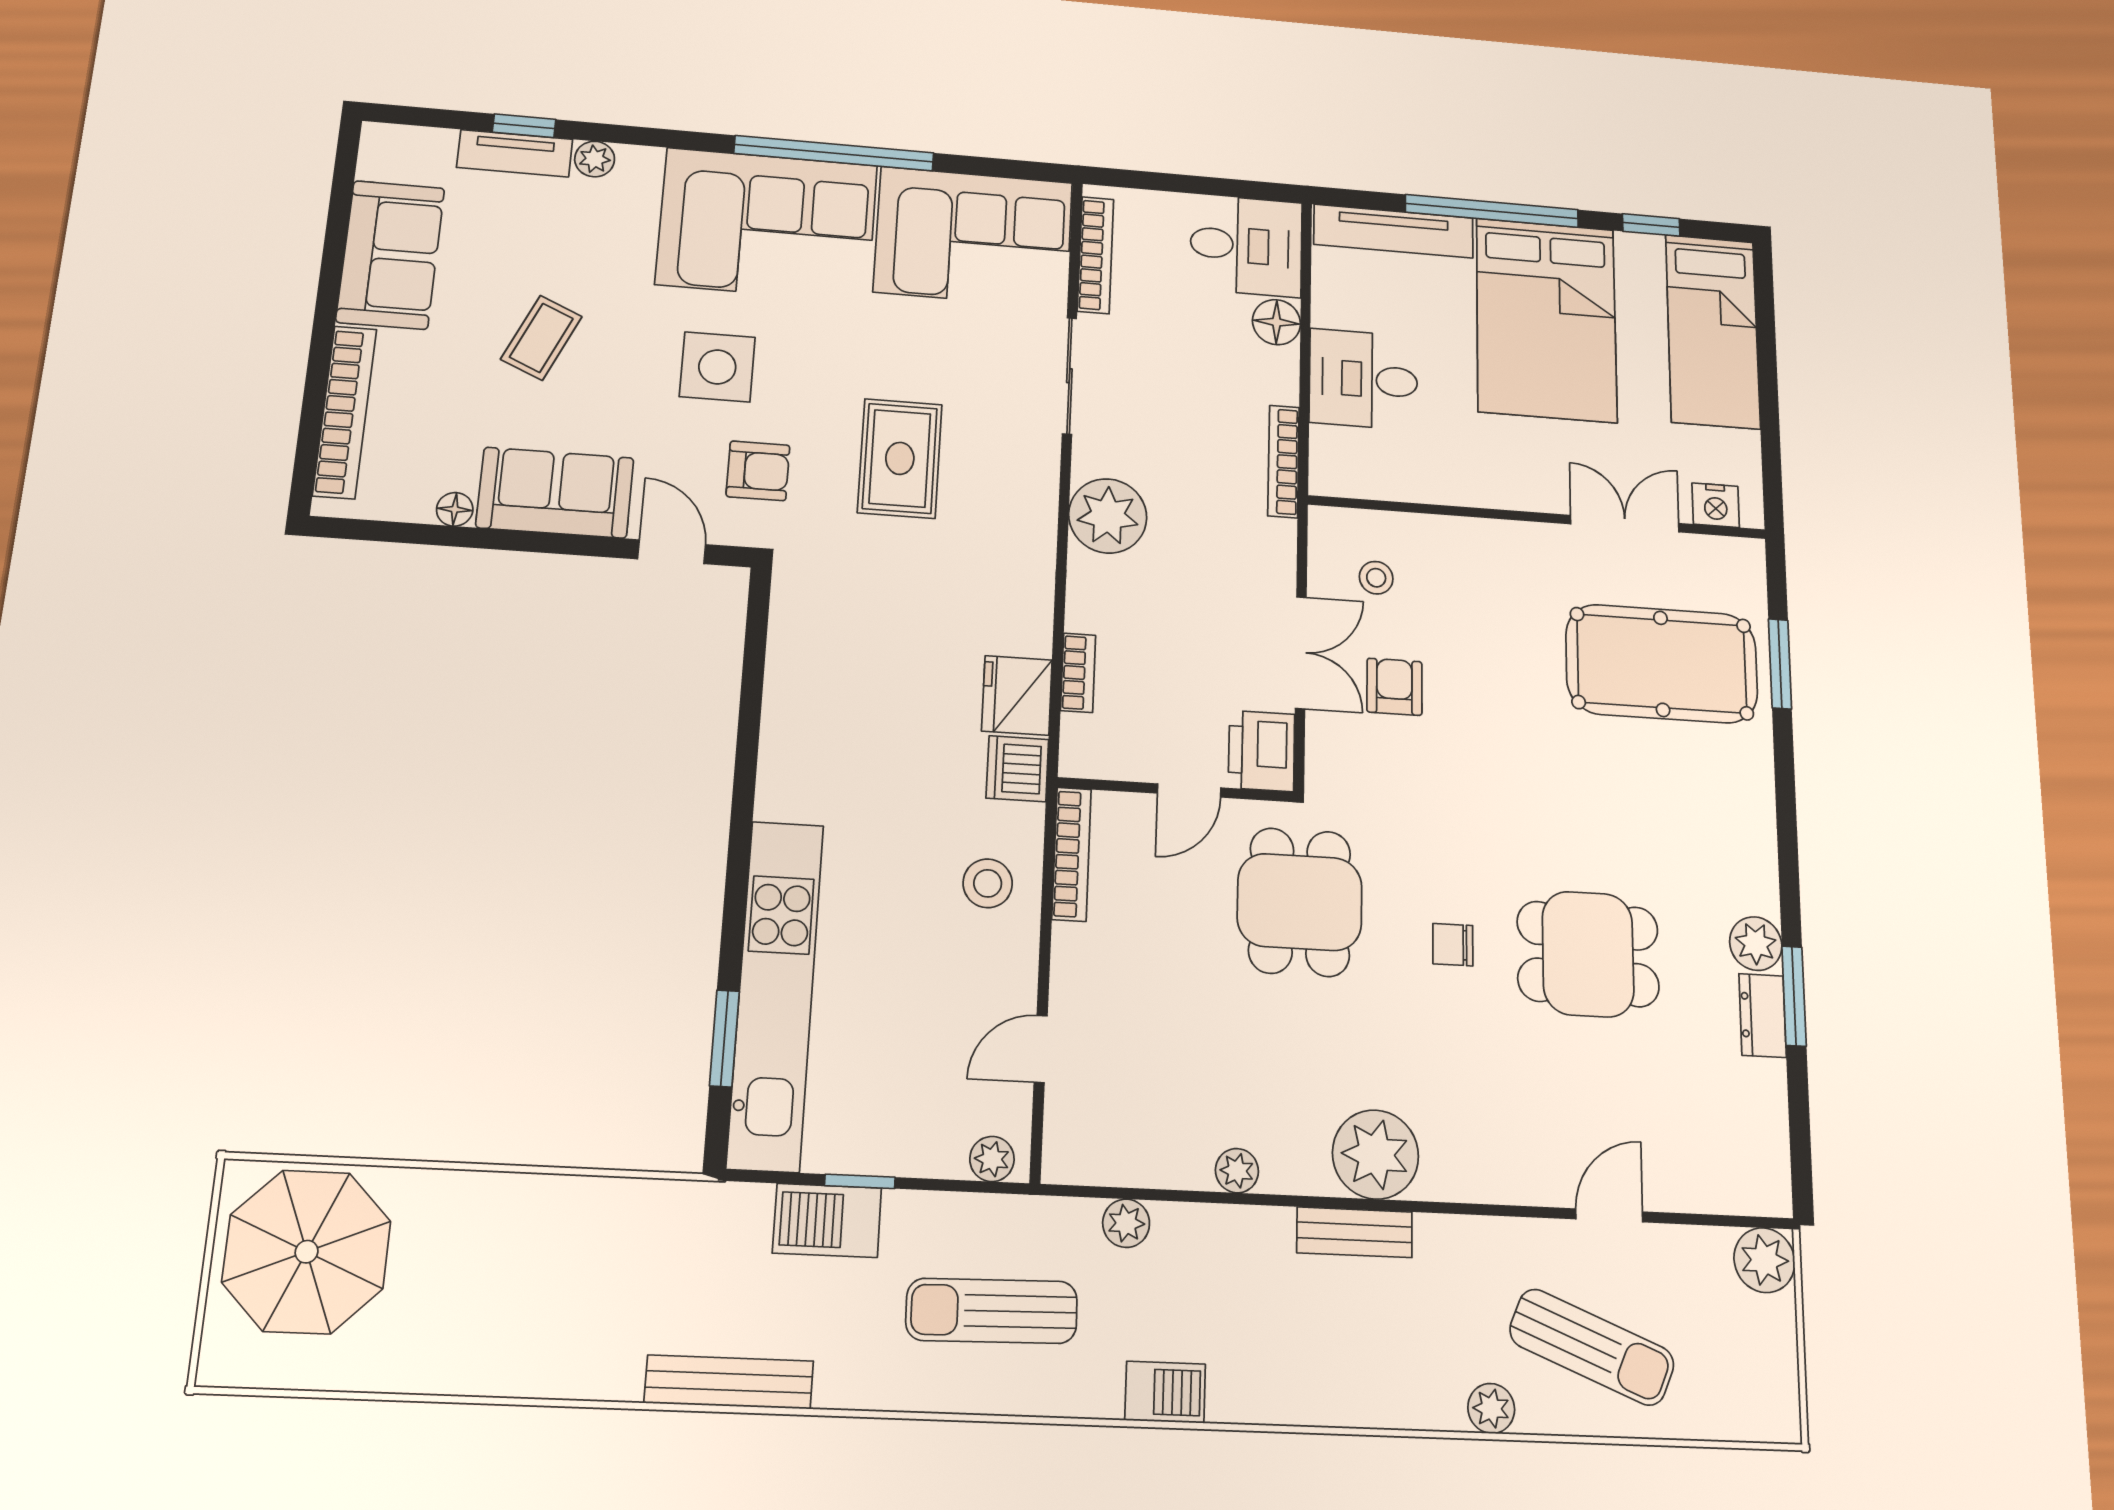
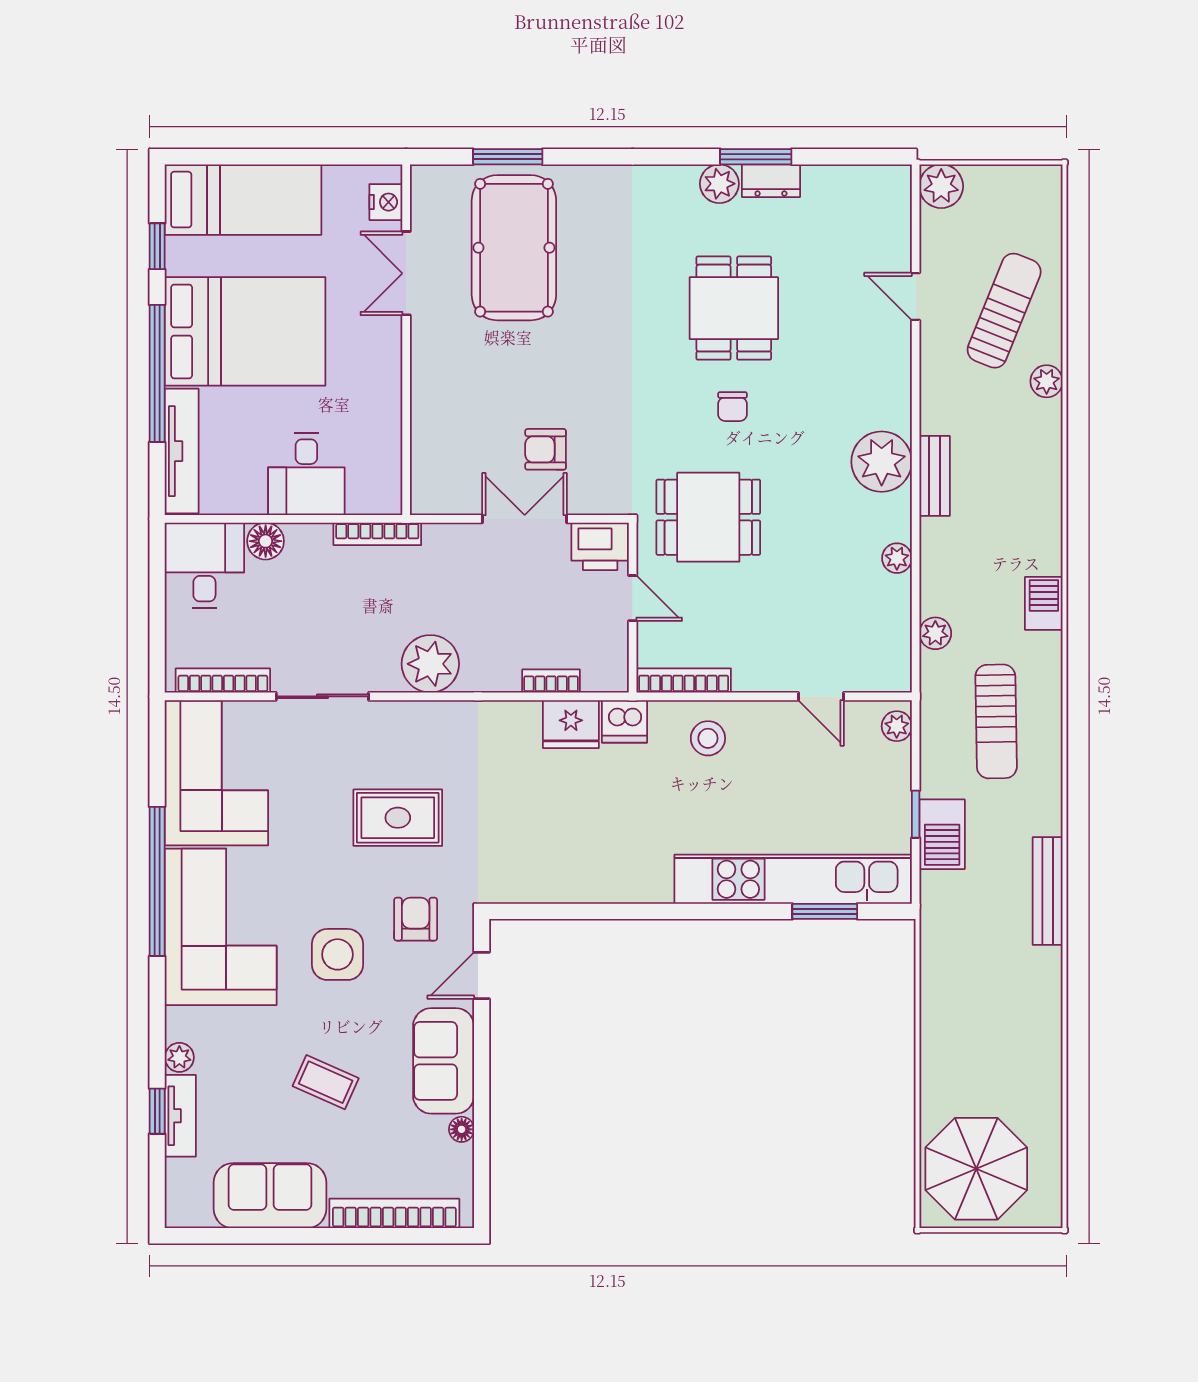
stool: (1376, 578) -> (463, 463), removed

